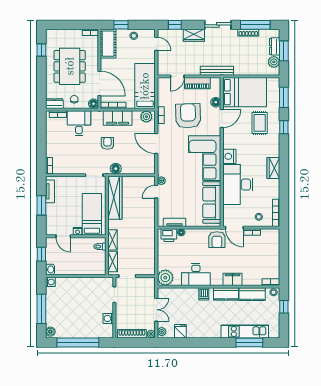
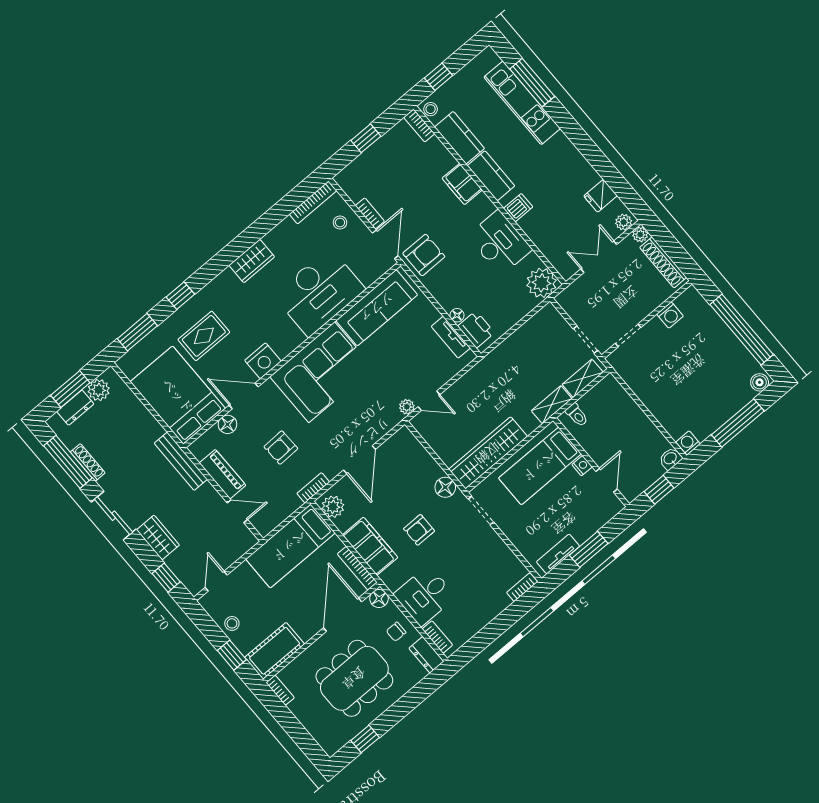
armchair: (188, 116) -> (281, 448), width x0.53, depth x0.53
nightstand: (229, 156) -> (263, 361), moved
window: (284, 256) -> (366, 138), added

